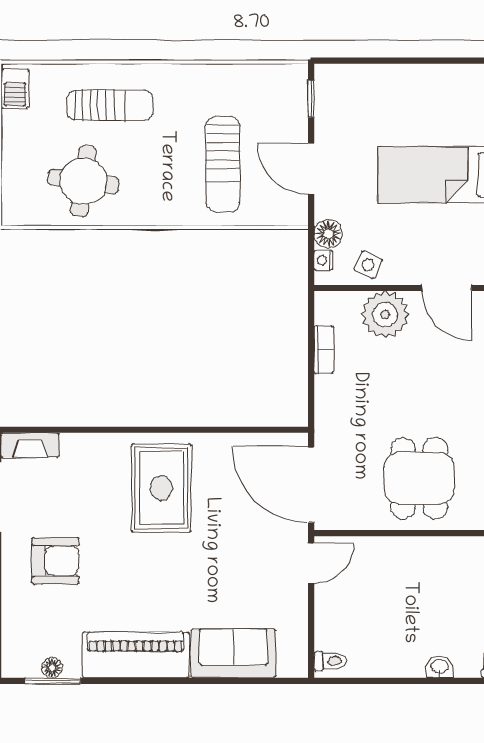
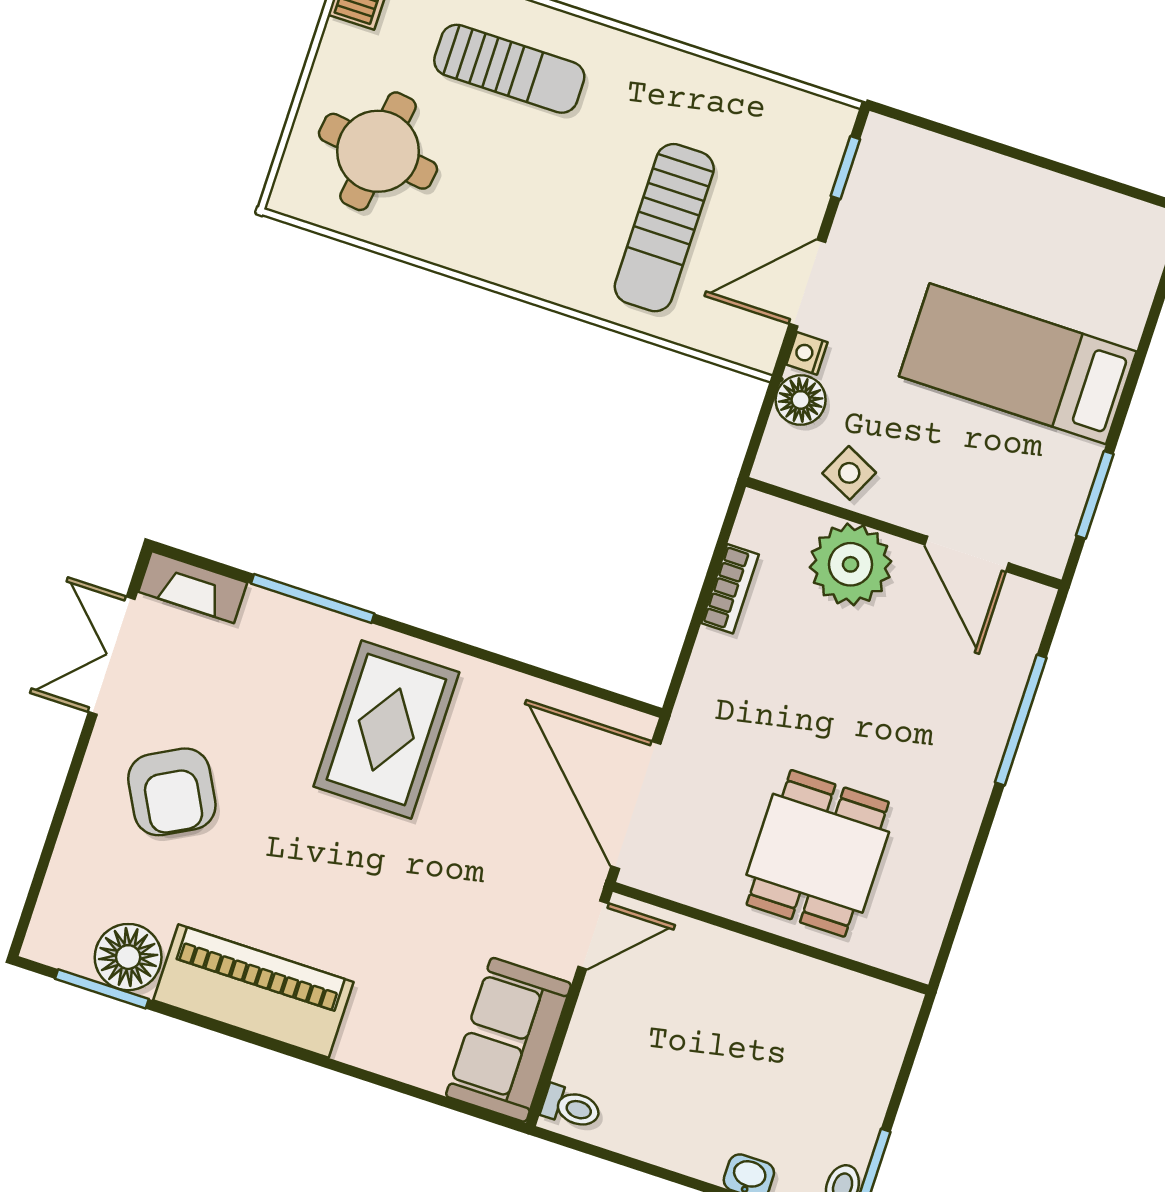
door: (311, 169) -> (807, 283), hinge flipped
round table: (83, 181) -> (378, 151), moved
nightstand: (323, 260) -> (807, 353), moved
window: (98, 430) -> (313, 598), added
armchair: (55, 561) -> (172, 792), turned 62
sofa: (233, 653) -> (509, 1040), moved, turned -90
floor lamp: (52, 668) -> (128, 957), width x1.89, depth x1.89

